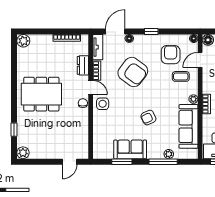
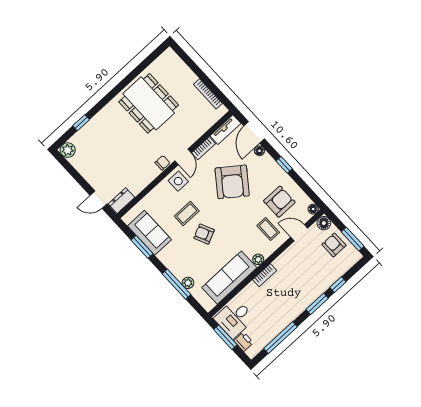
door: (115, 32) -> (254, 132), swing flipped
plant: (23, 41) -> (169, 57), removed
dresser: (83, 65) -> (121, 201), moved
dining table: (41, 94) -> (149, 103), moved
coffee table: (127, 116) -> (187, 213), added
sofa: (130, 149) -> (150, 233), moved

